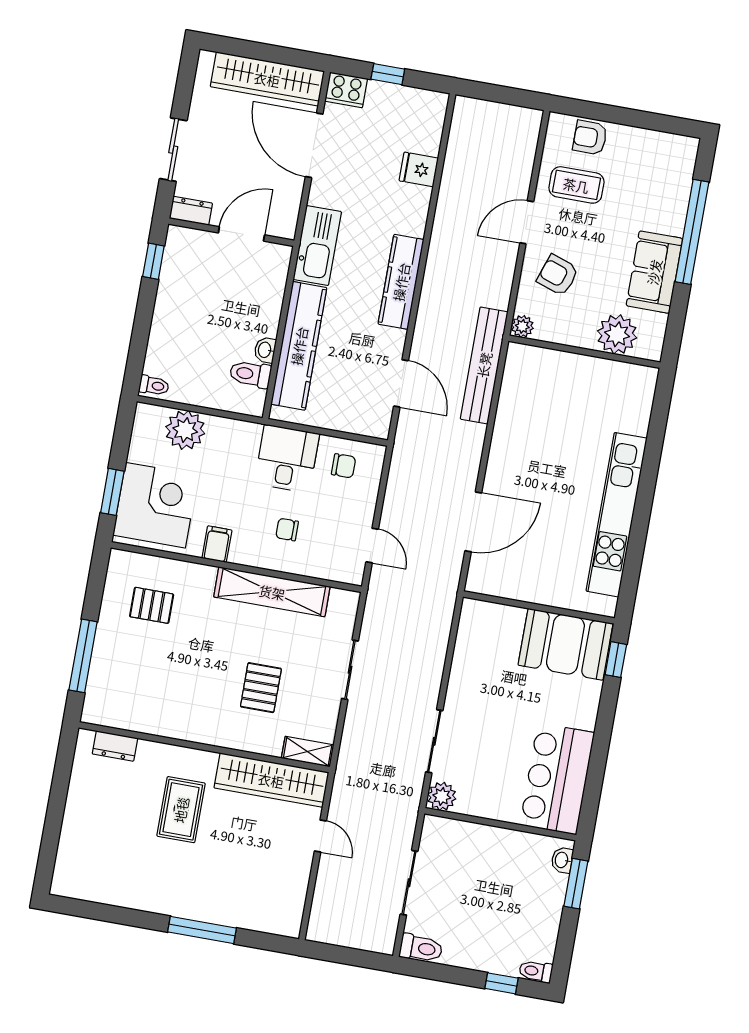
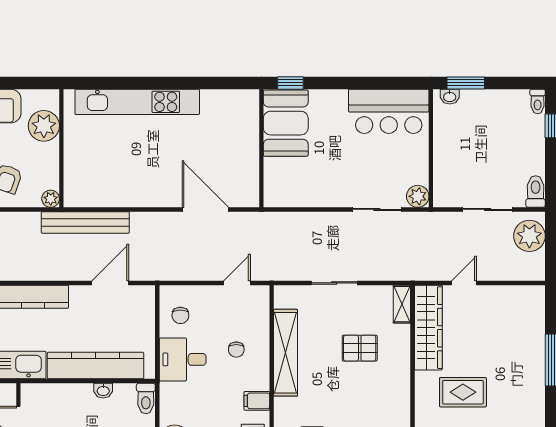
toilet: (250, 374) -> (146, 398), moved
chair: (344, 466) -> (180, 315), turned 180
kitchen unit: (617, 515) -> (137, 102), moved
plant: (366, 930) -> (529, 236), added

